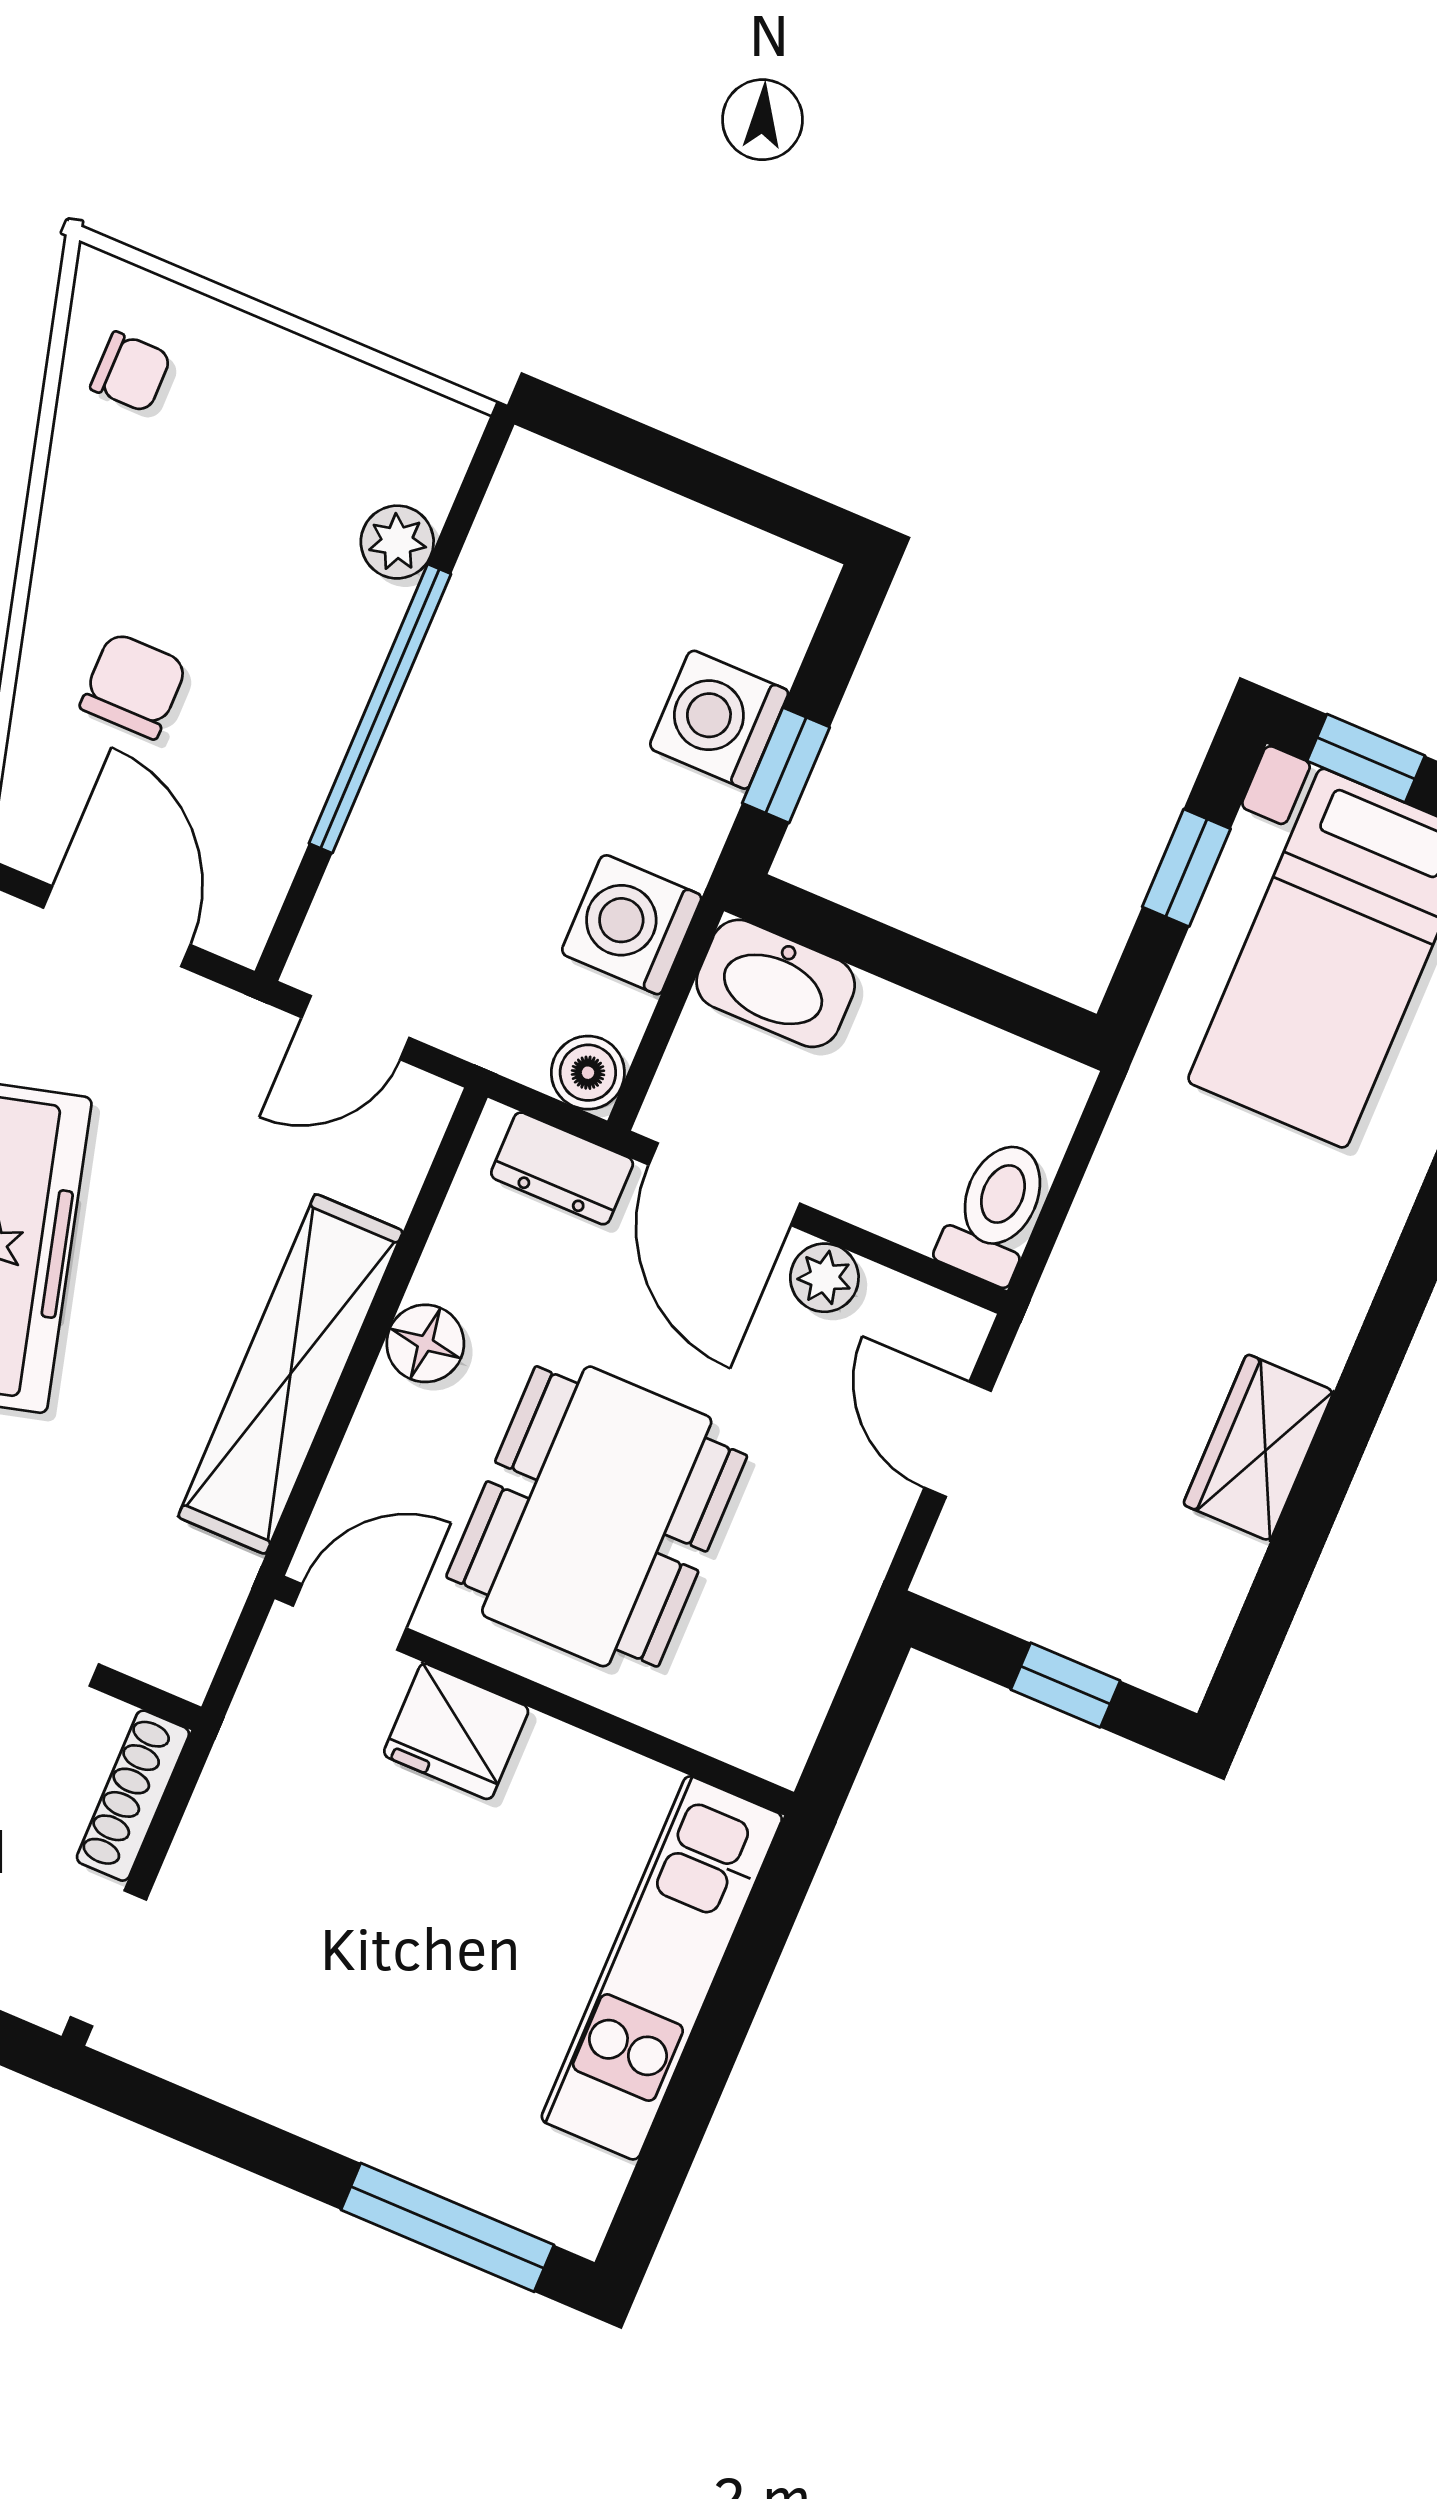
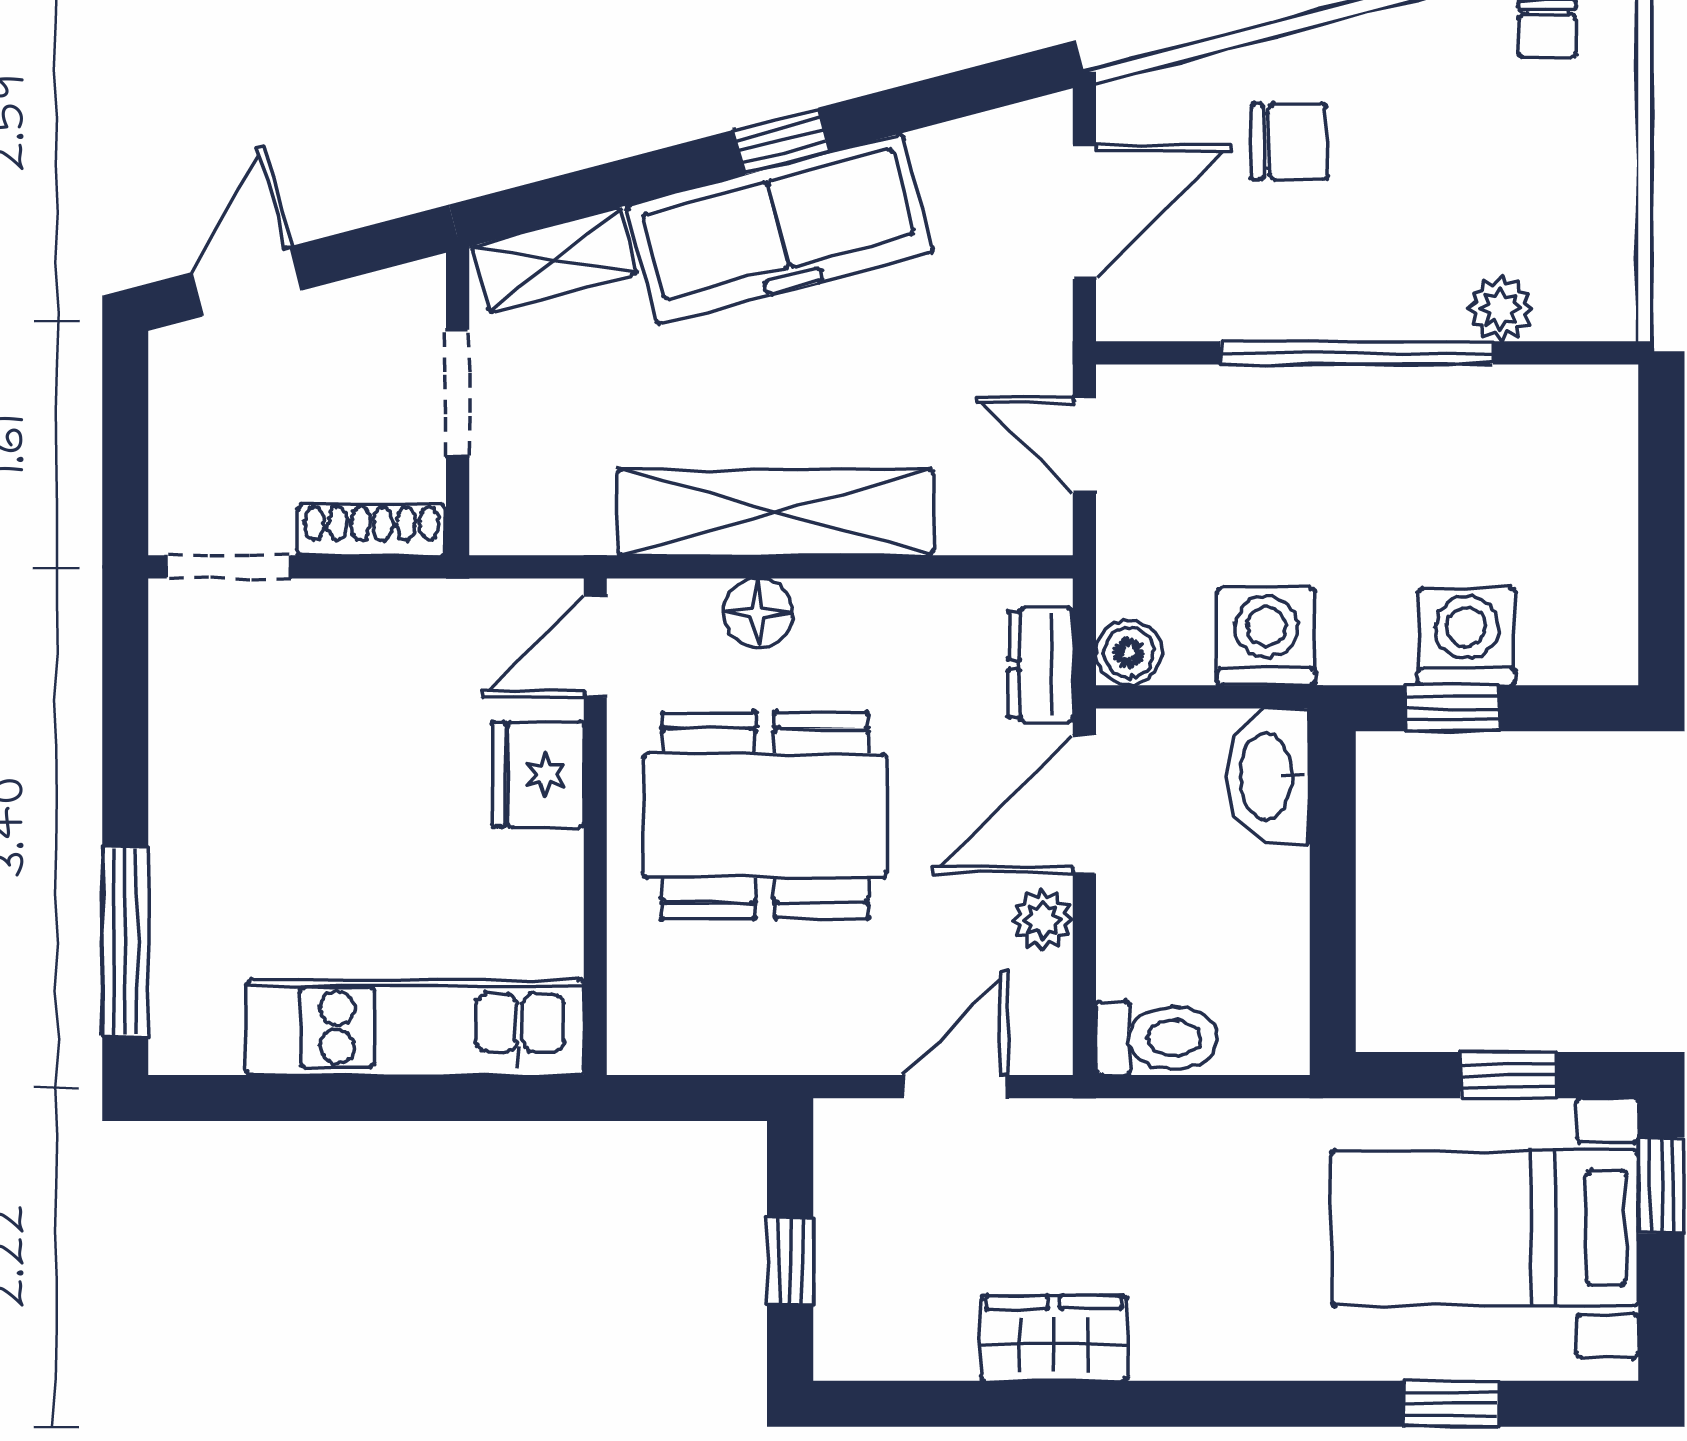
floor lamp: (425, 1343) -> (758, 613), moved
door: (350, 1617) -> (595, 646), swing flipped

